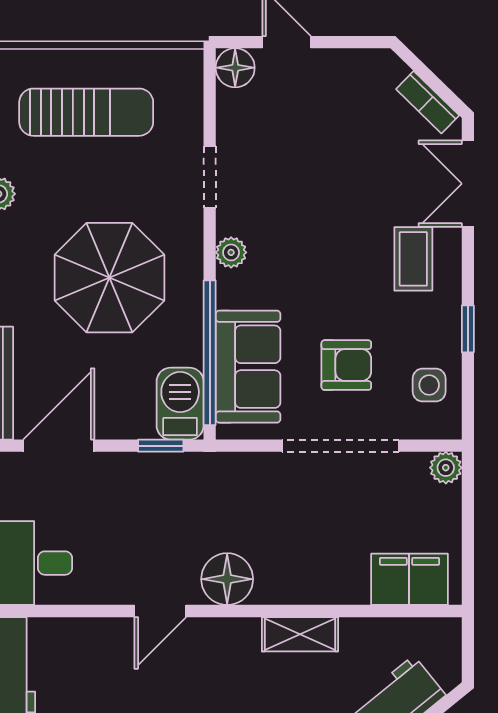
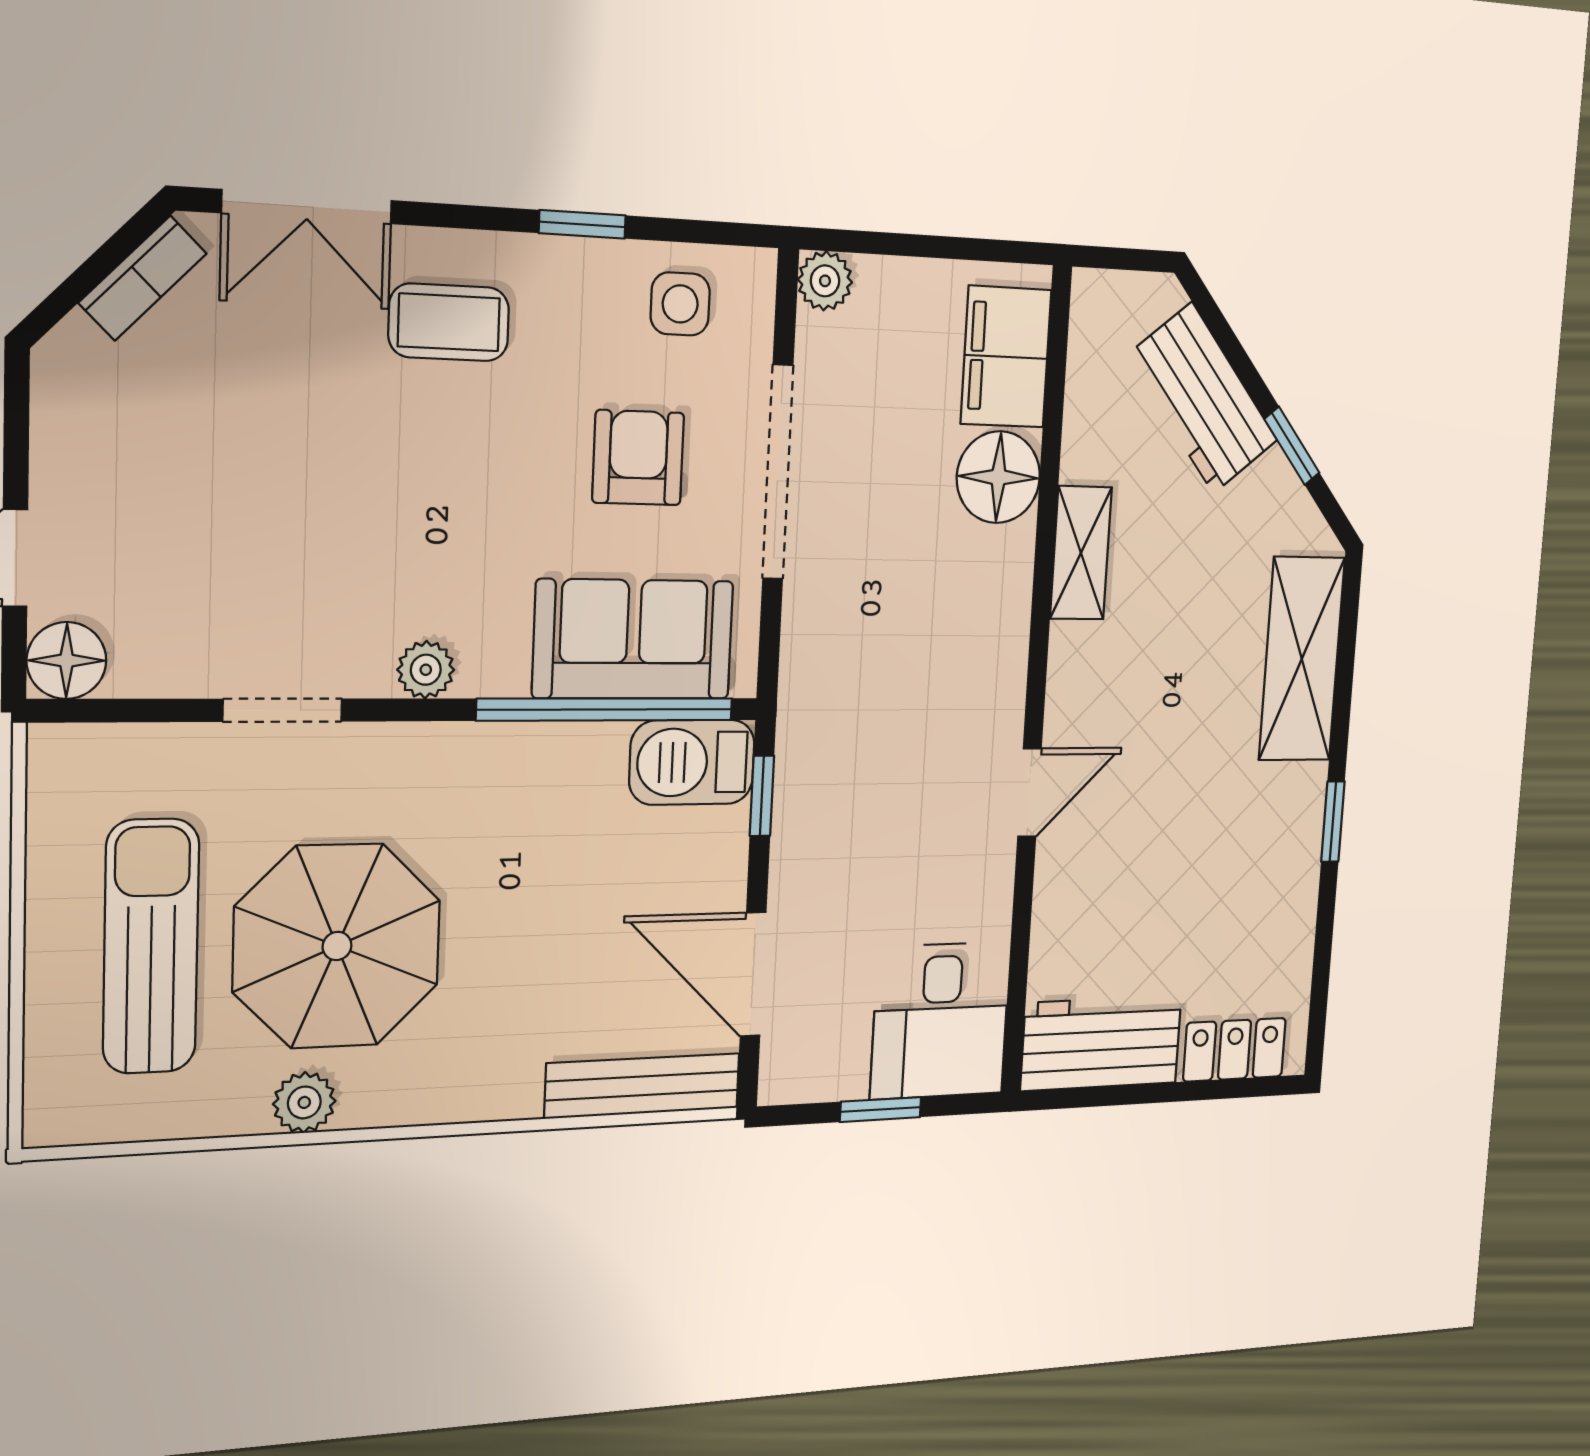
parasol: (109, 278) -> (337, 946), moved
floor lamp: (227, 579) -> (998, 477), moved
door: (160, 611) -> (1029, 793), hinge flipped

